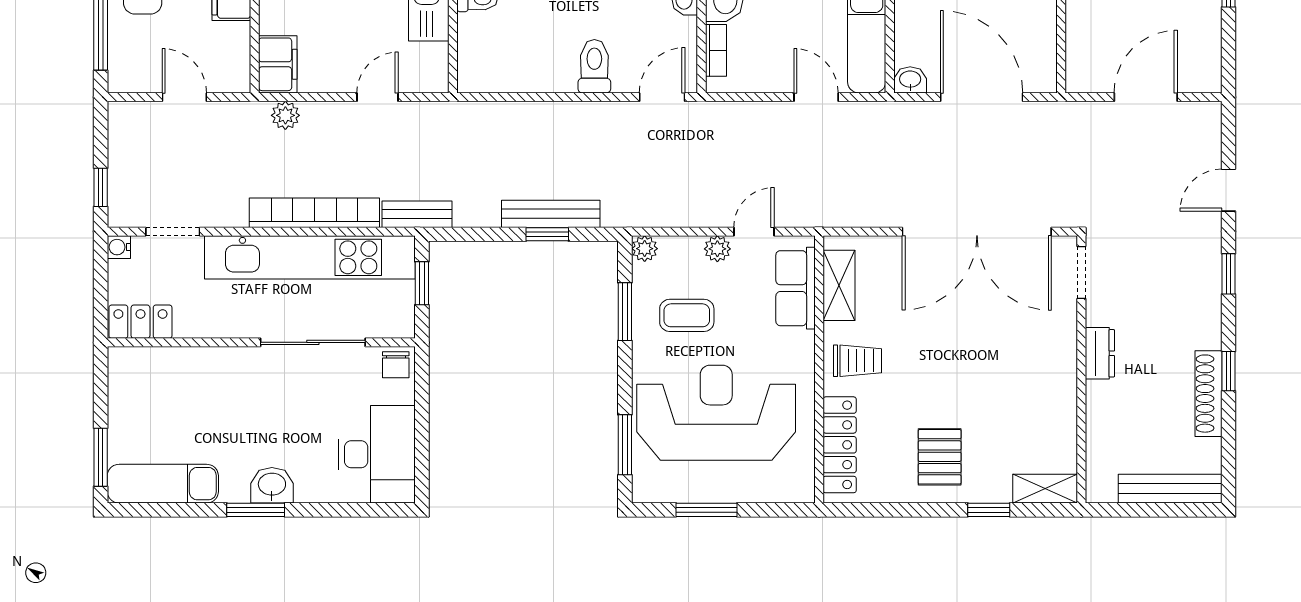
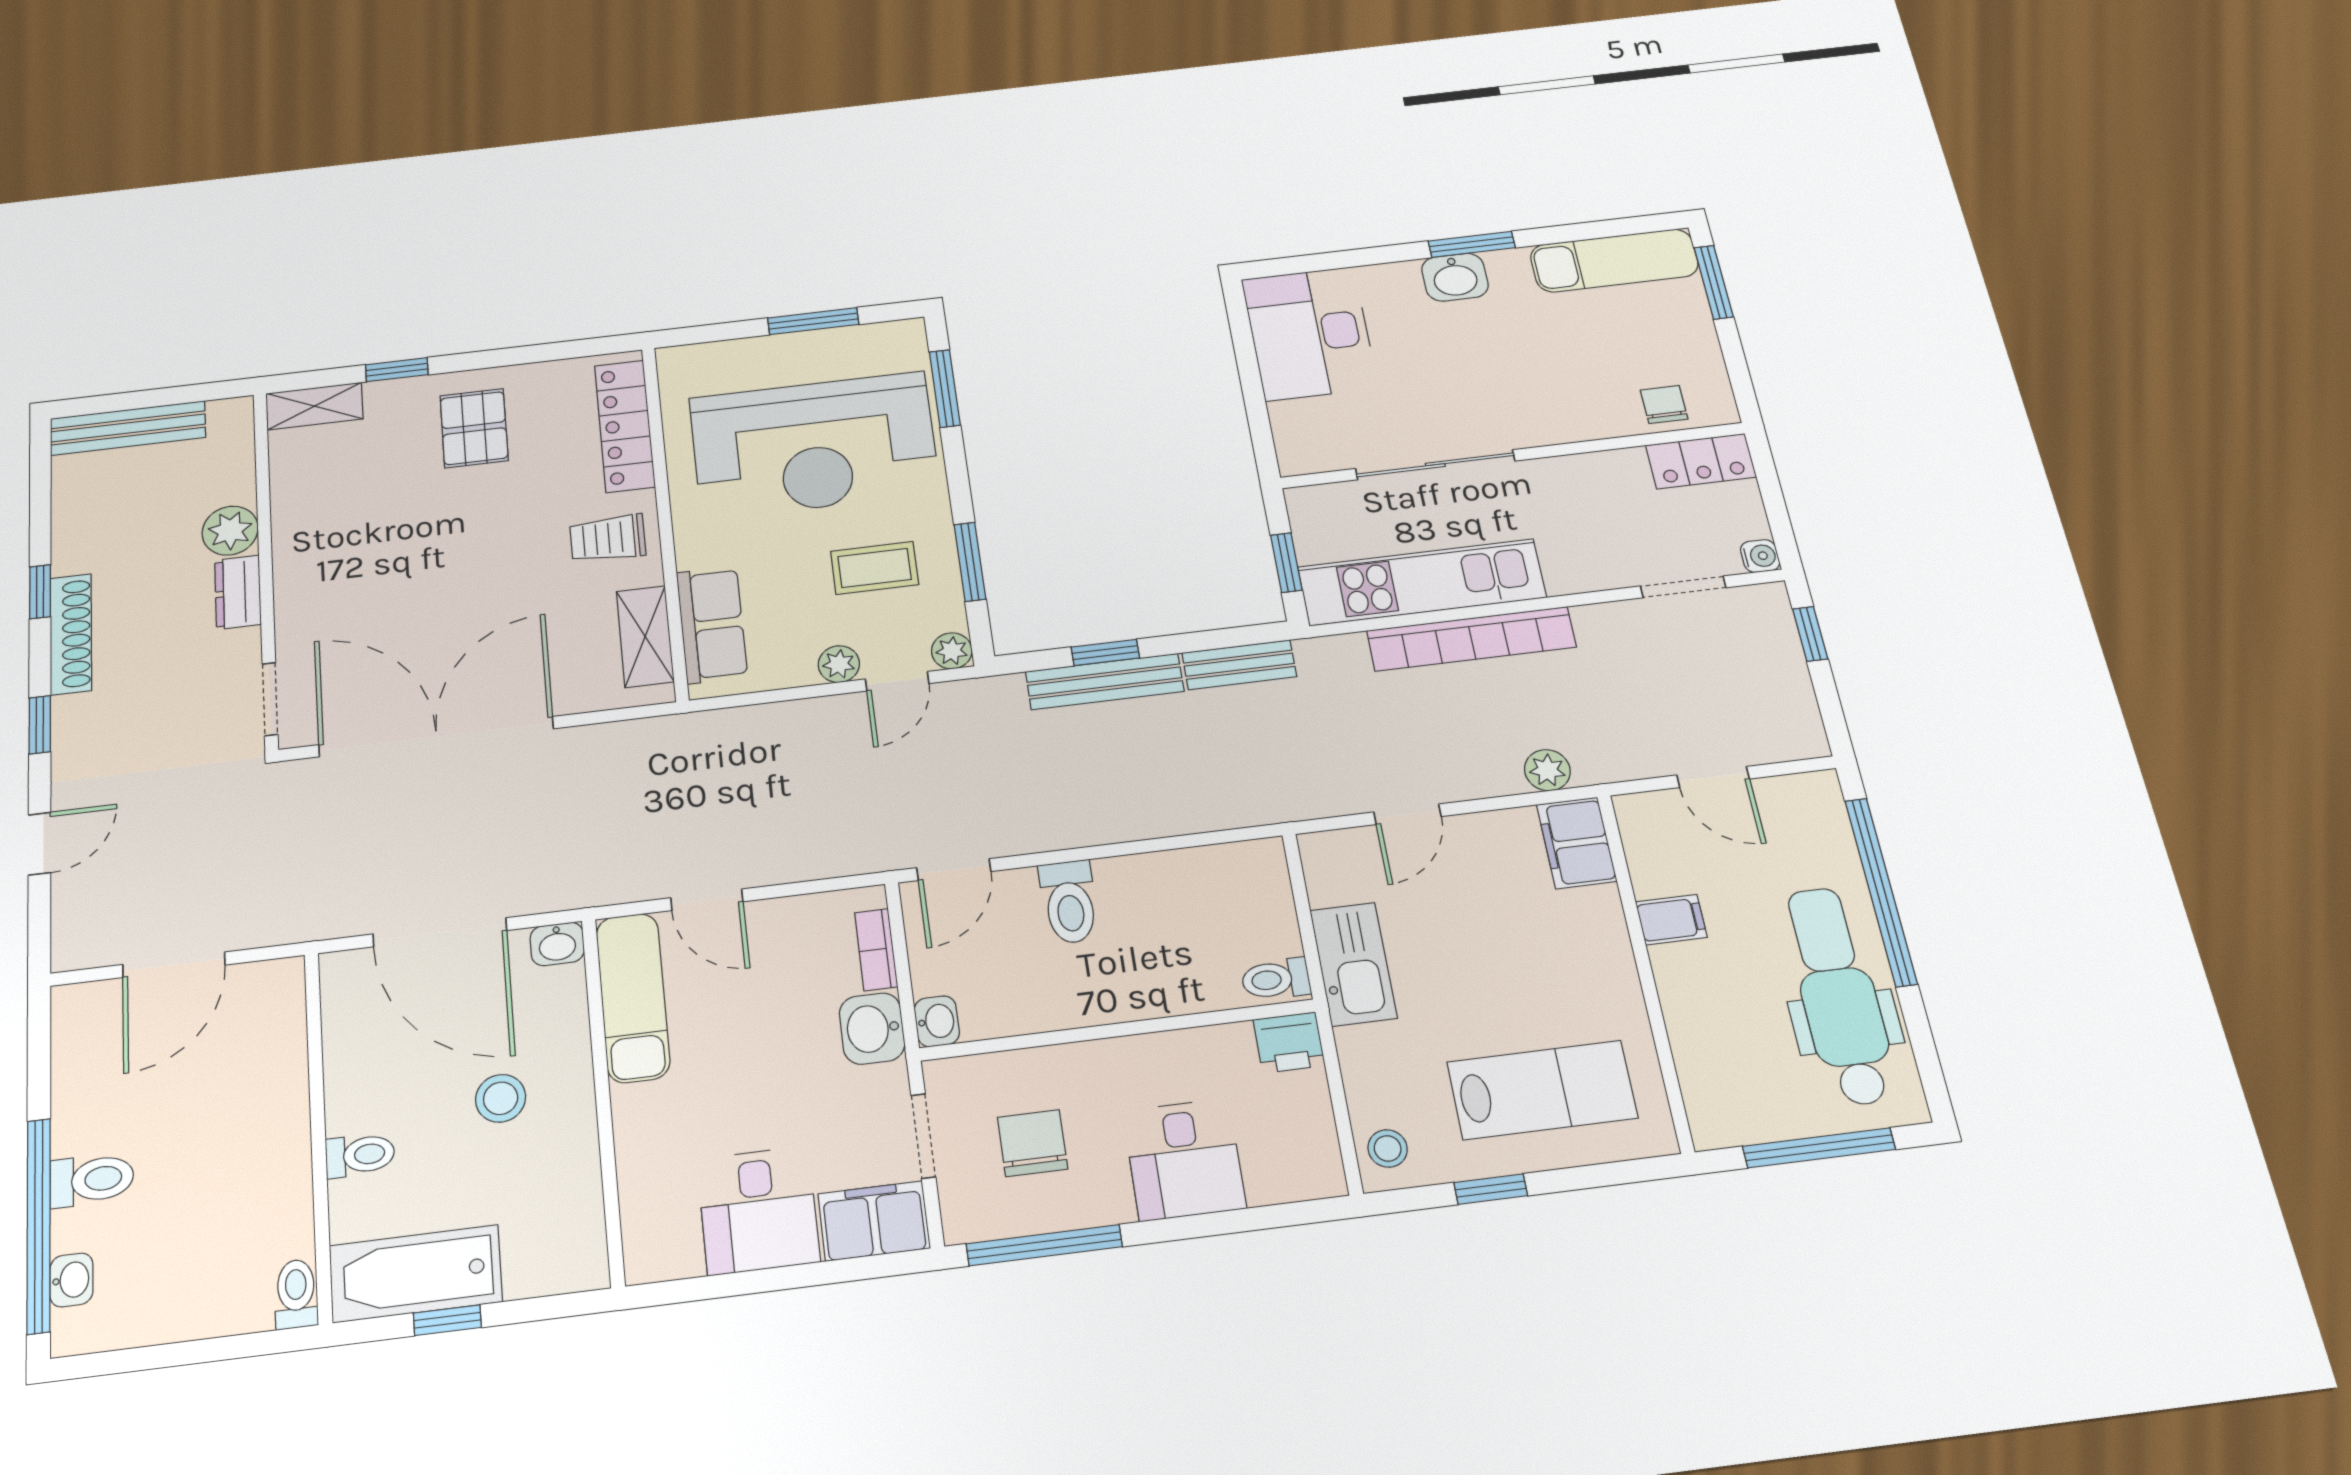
bench: (417, 214) -> (1239, 665), moved
door: (754, 232) -> (897, 681), moved
kitchen unit: (310, 257) -> (1422, 582), width x0.73
chair: (396, 365) -> (1664, 405), moved
shoe rack: (1209, 394) -> (71, 634), moved
plant: (1104, 400) -> (230, 531), added

